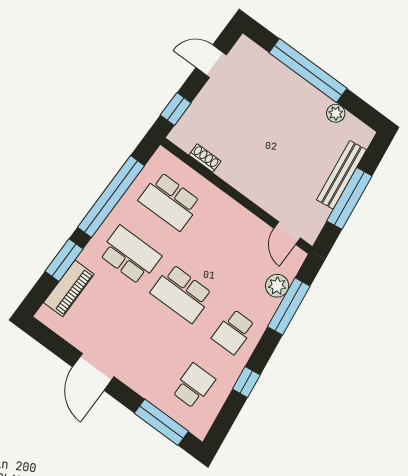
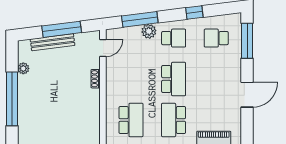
shoe rack: (205, 158) -> (96, 79), moved
plant: (277, 286) -> (149, 31), moved

